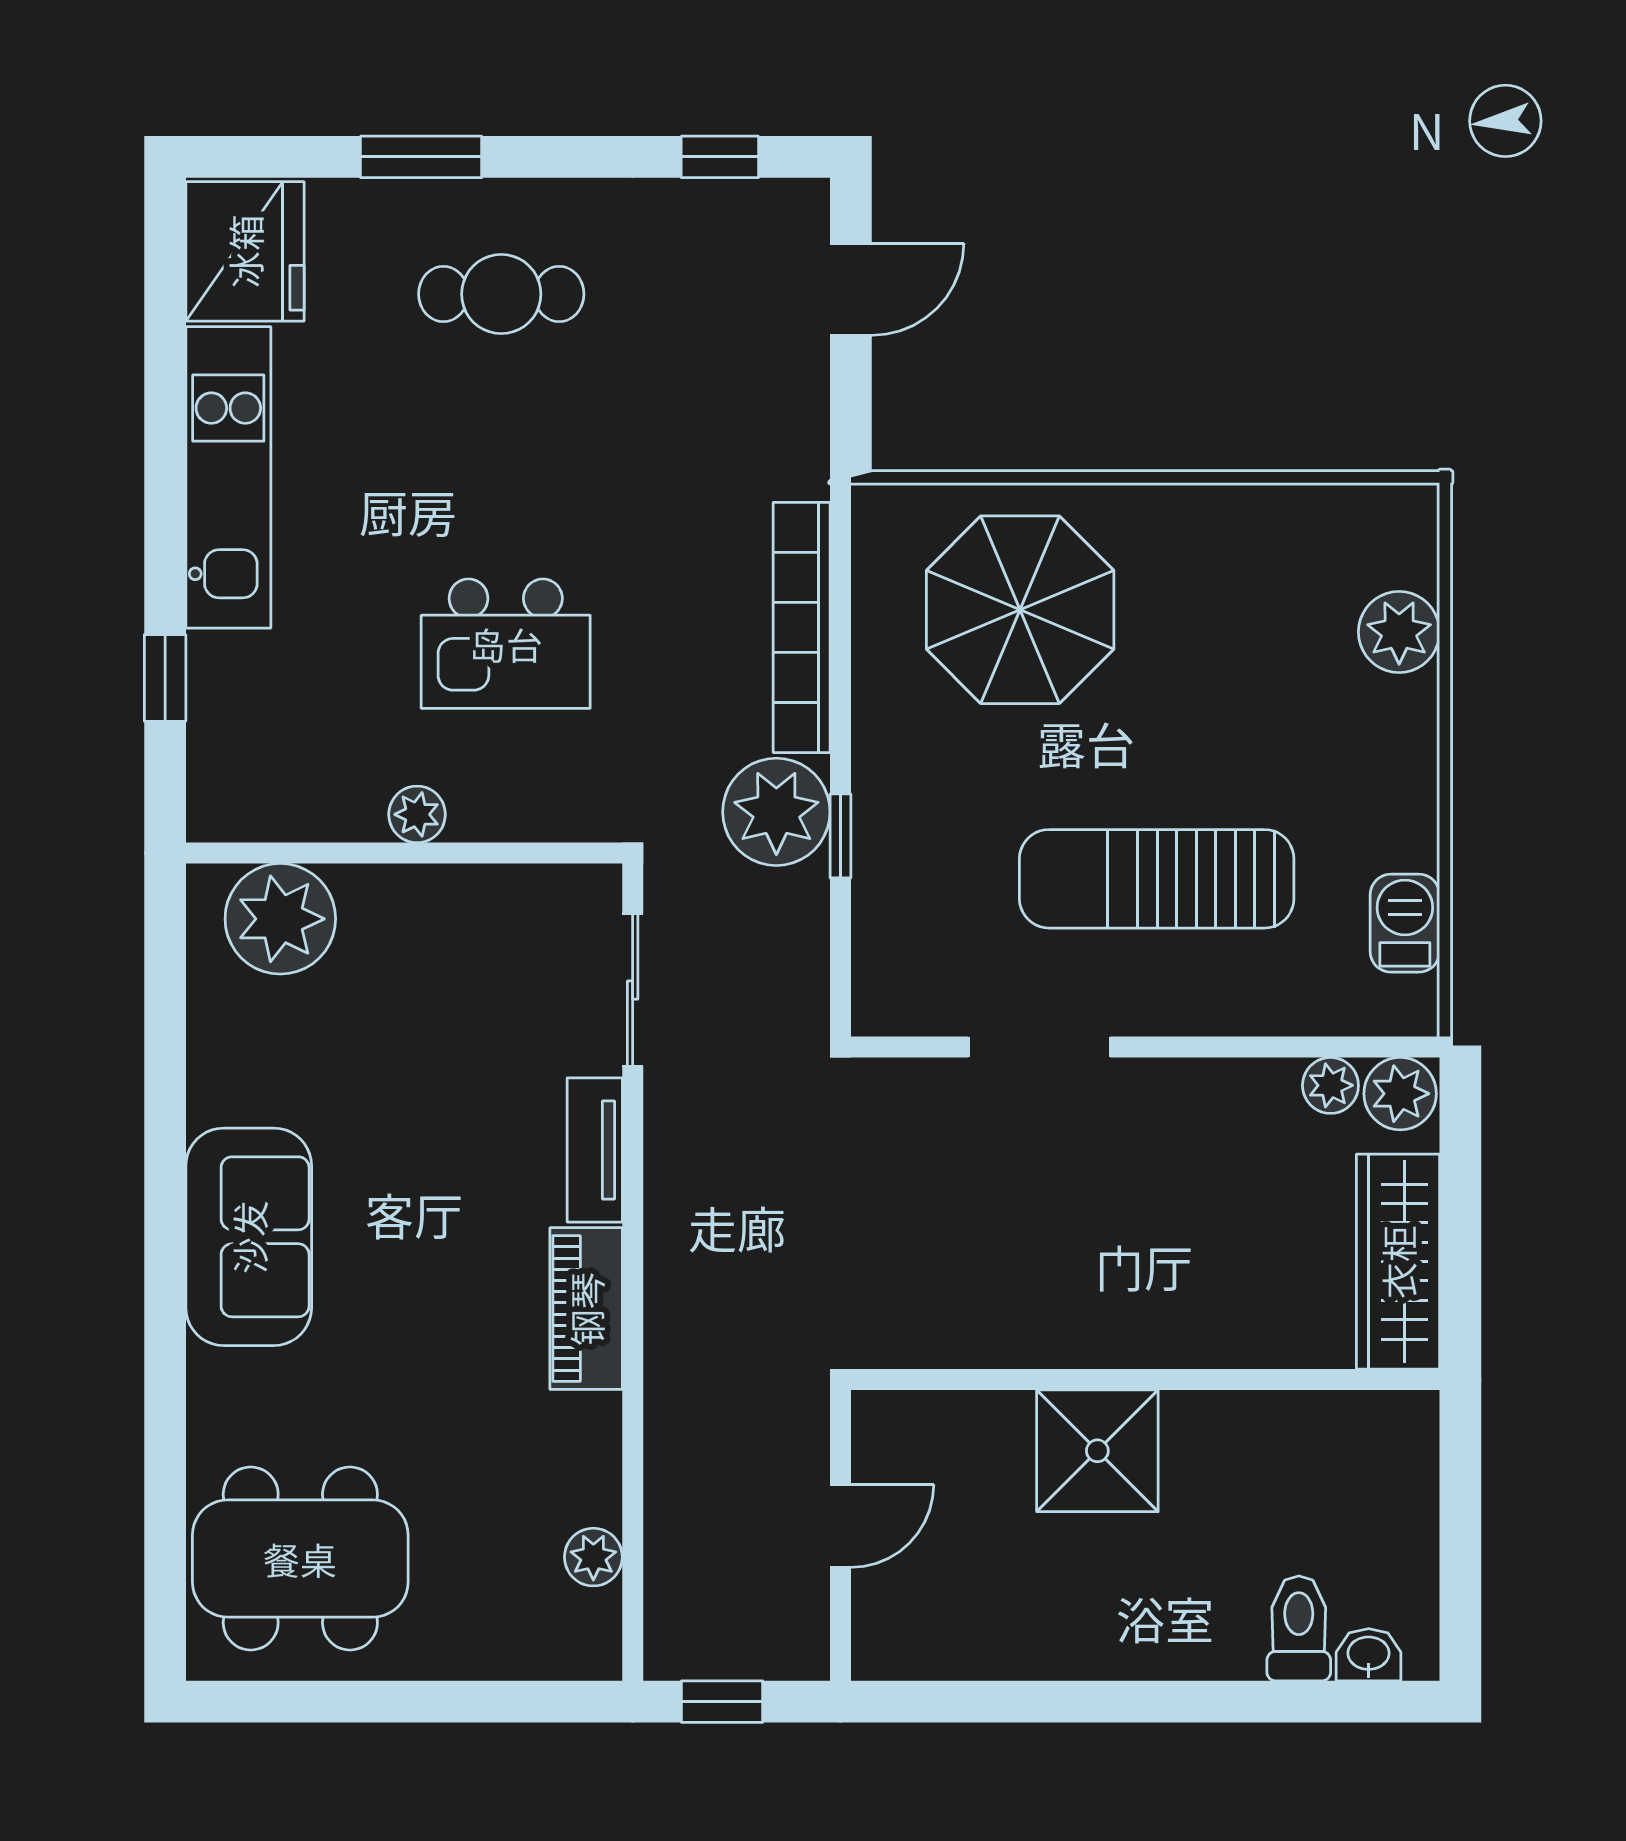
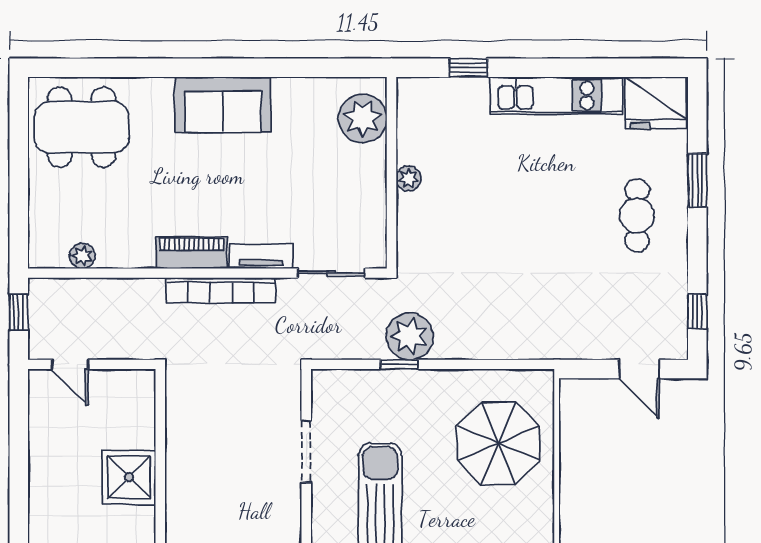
bookcase: (802, 627) -> (221, 290), moved, turned 180
kitchen island: (506, 644) -> (483, 217), removed
door: (840, 1526) -> (70, 364), moved
dining table: (300, 1559) -> (82, 127), turned 90

